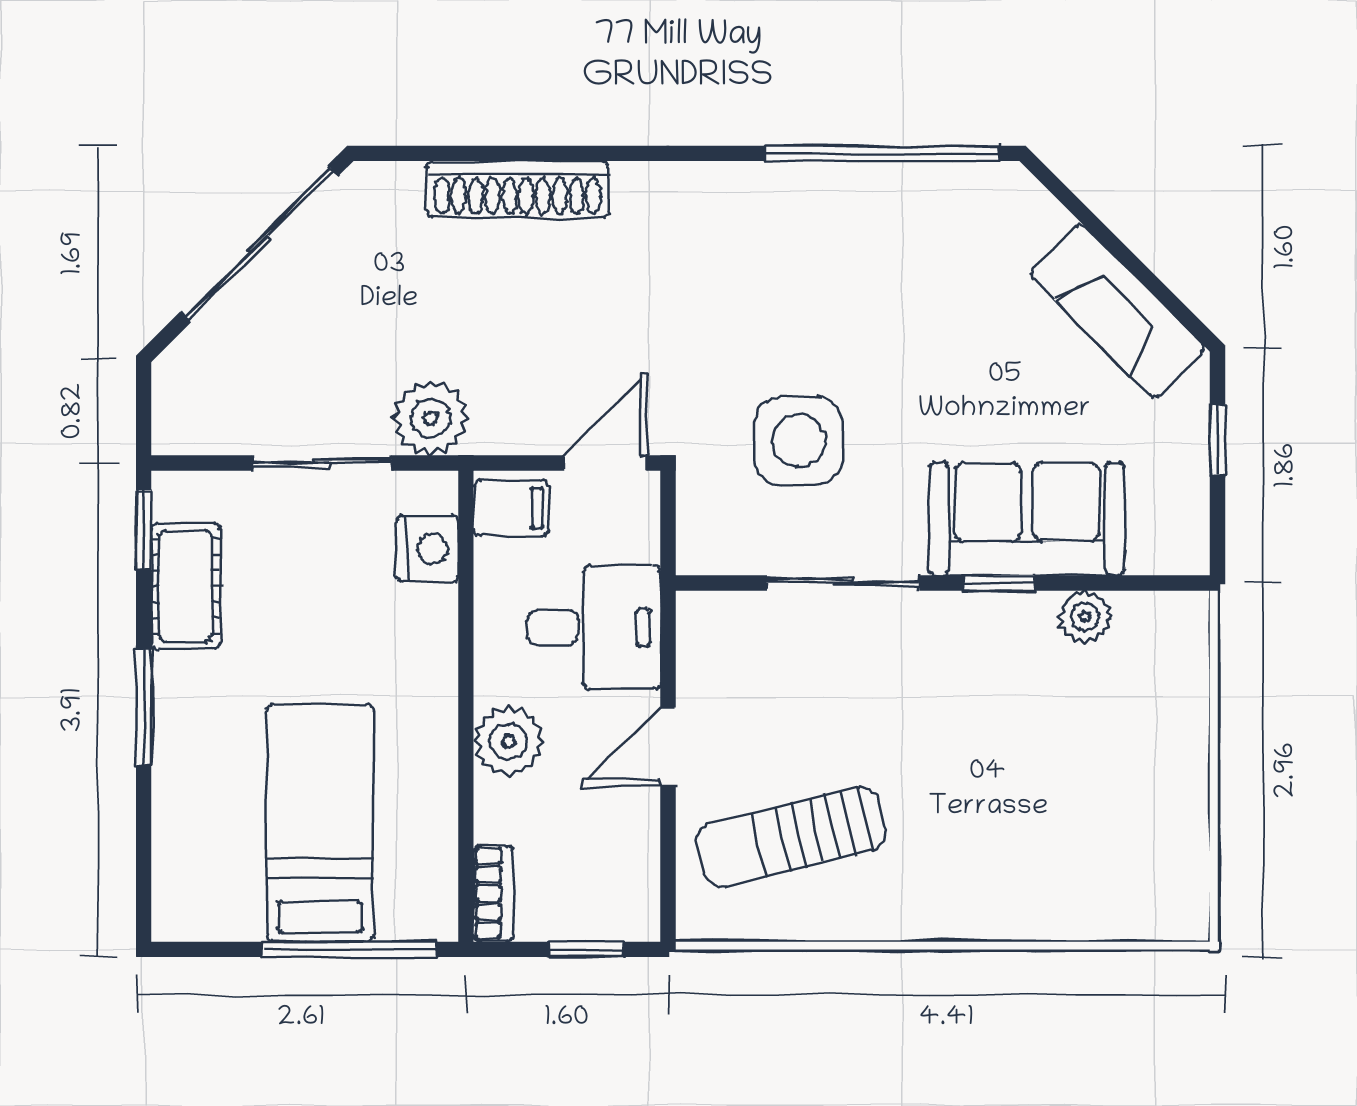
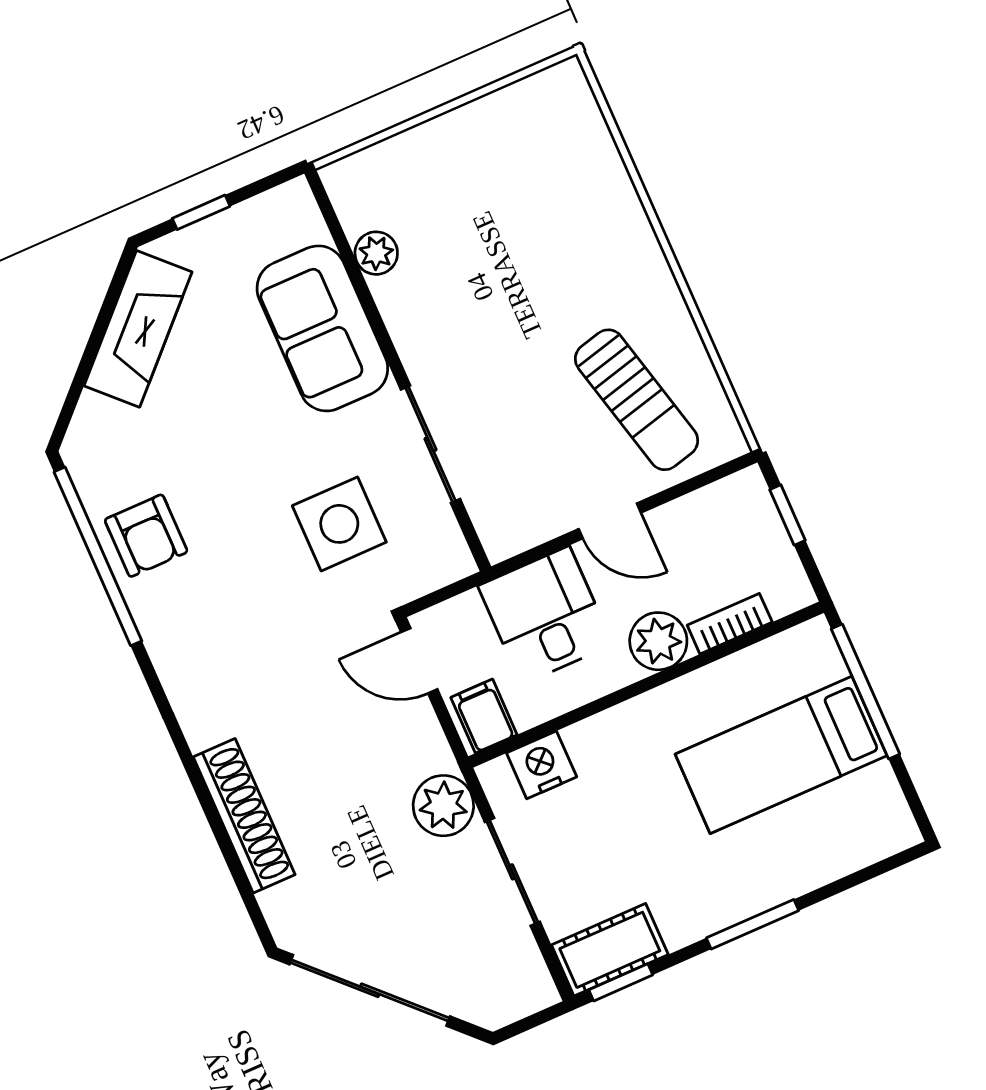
armchair: (881, 218) -> (146, 536), added
window: (999, 583) -> (379, 328), removed
cot: (186, 586) -> (610, 950), moved
bookcase: (493, 893) -> (730, 624), moved

